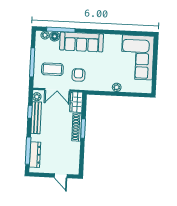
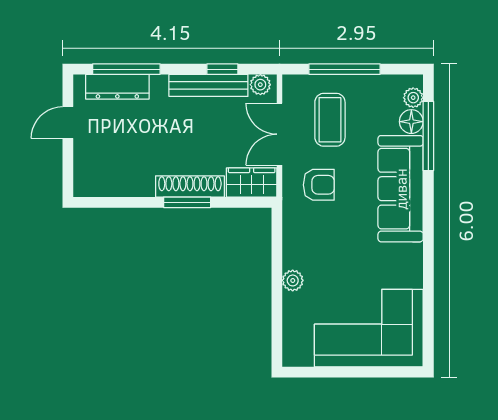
door: (61, 176) -> (68, 123), moved

